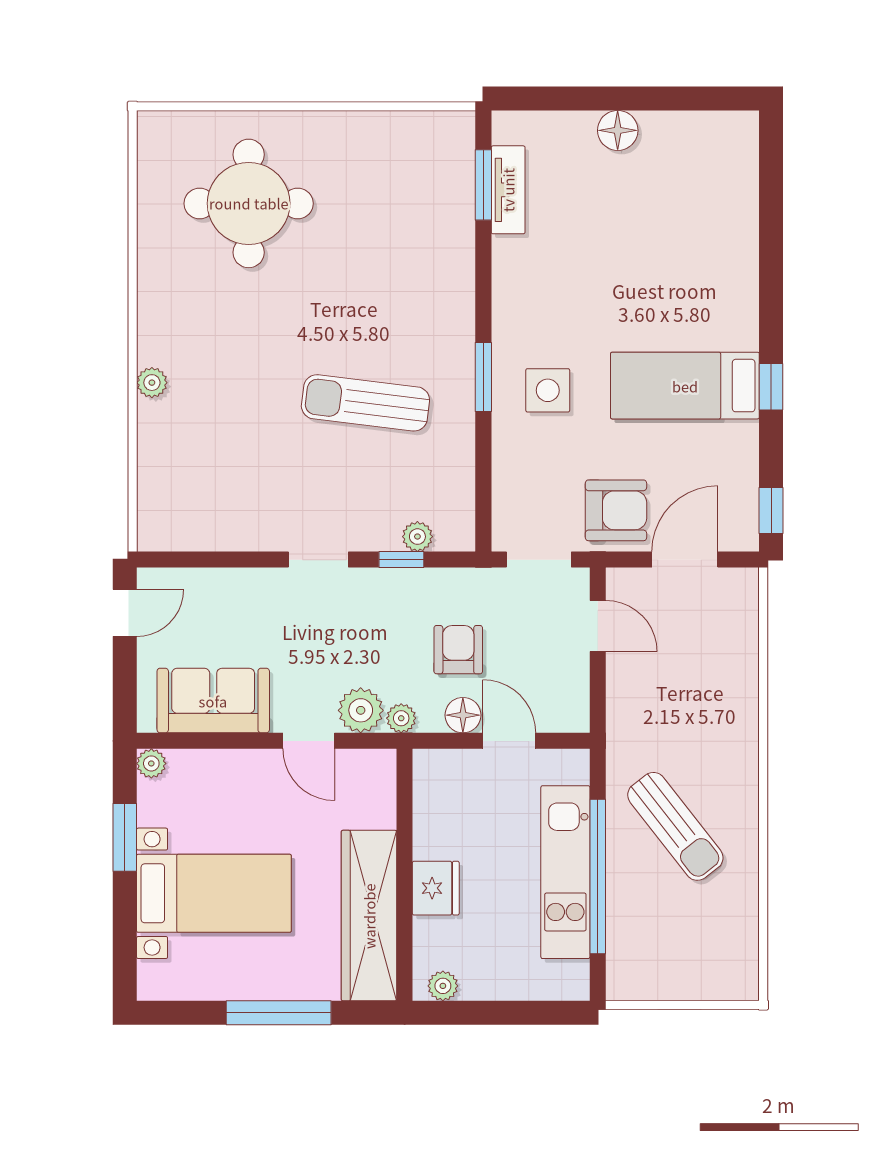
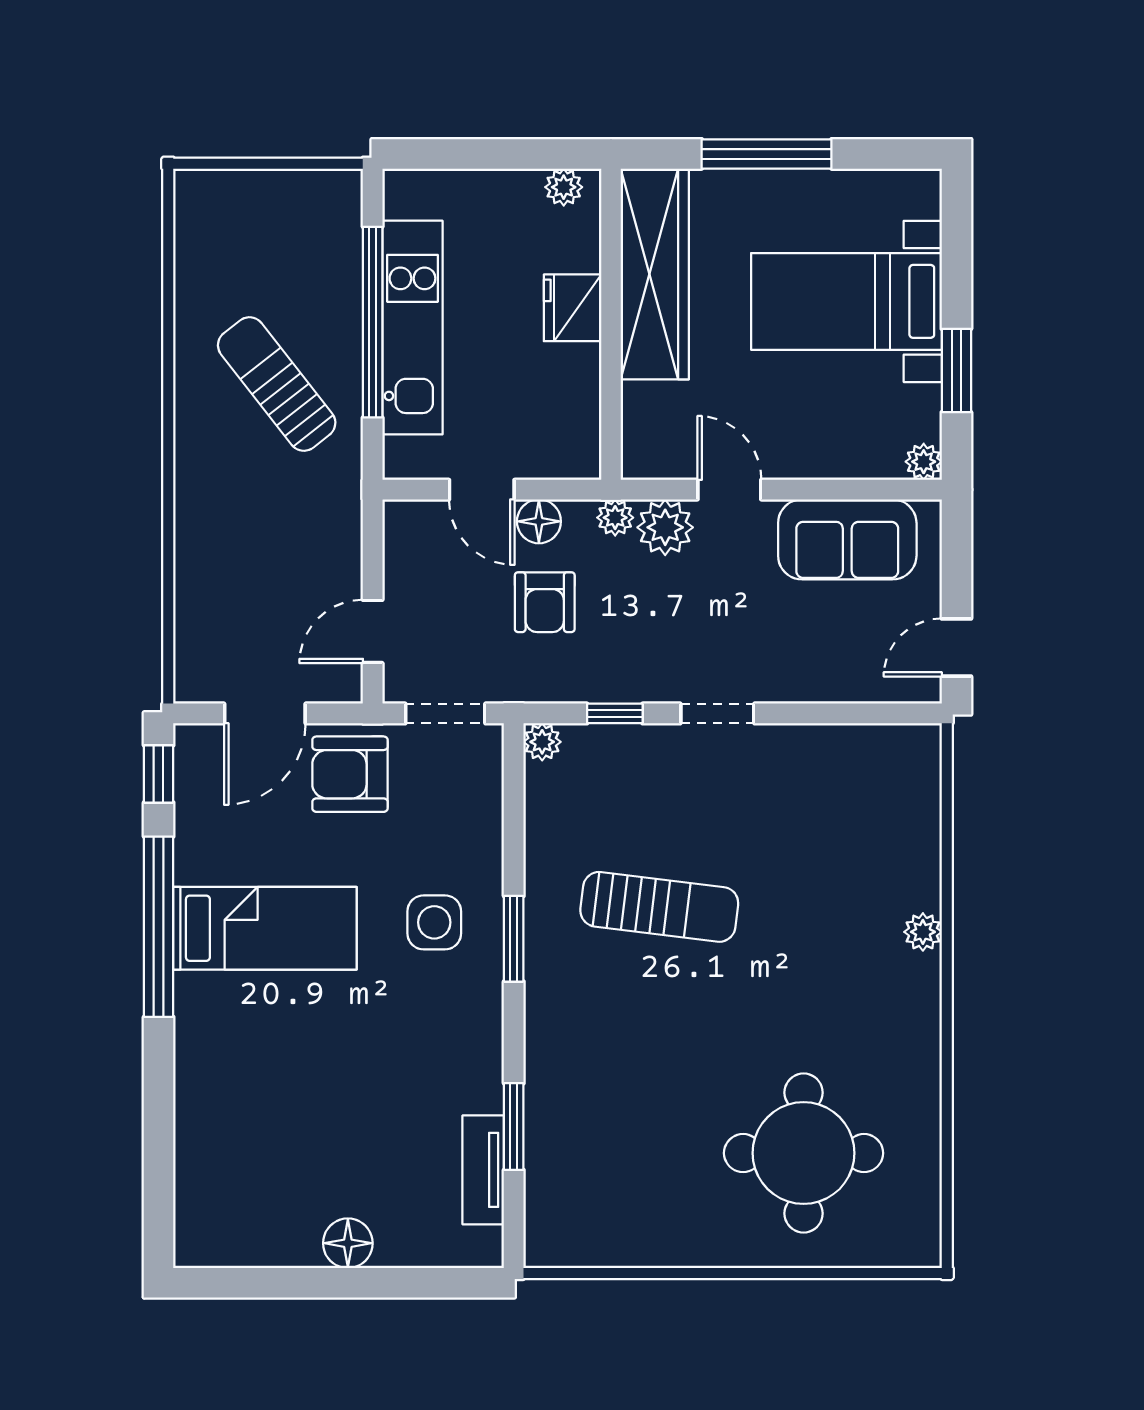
window: (483, 185) -> (514, 1127), moved
window: (771, 387) -> (159, 927), width x3.17
plant: (417, 537) -> (542, 742), moved
door: (598, 626) -> (373, 631), hinge flipped

